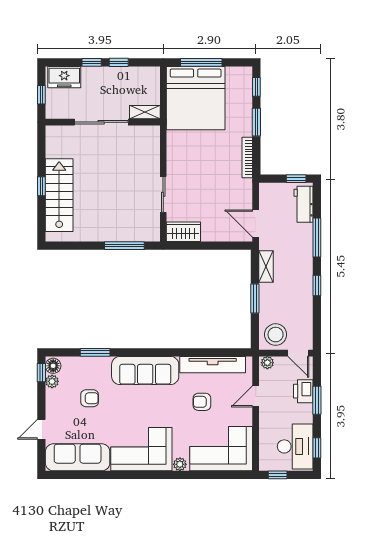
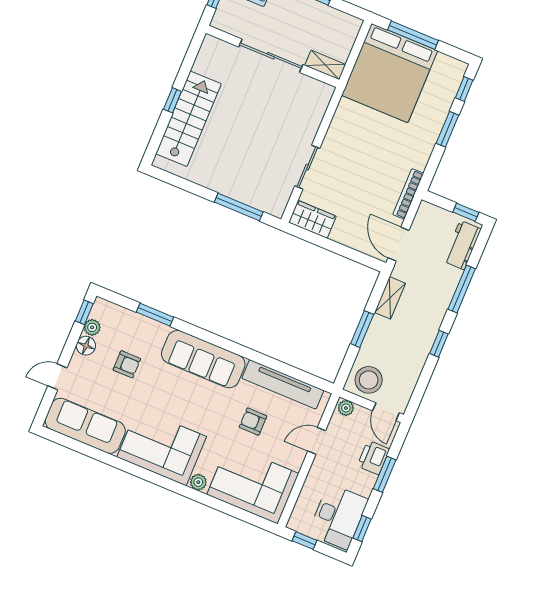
bookcase: (247, 157) -> (408, 194), moved
floor lamp: (53, 366) -> (86, 346), moved

